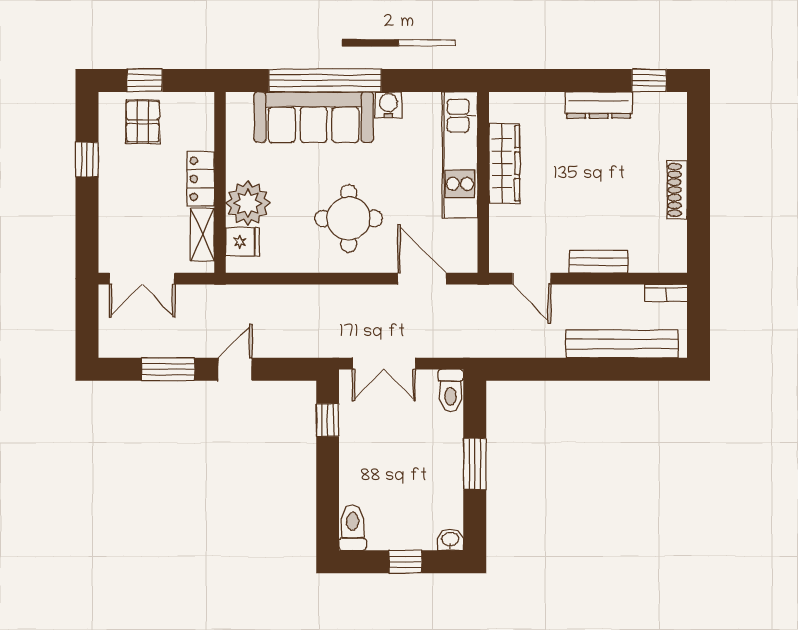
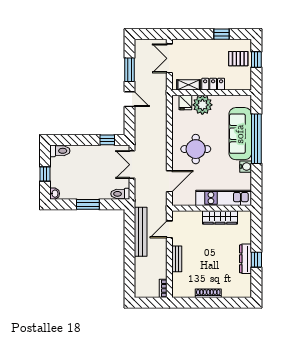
window: (649, 80) -> (256, 260), moved
bench: (622, 344) -> (141, 232), moved

